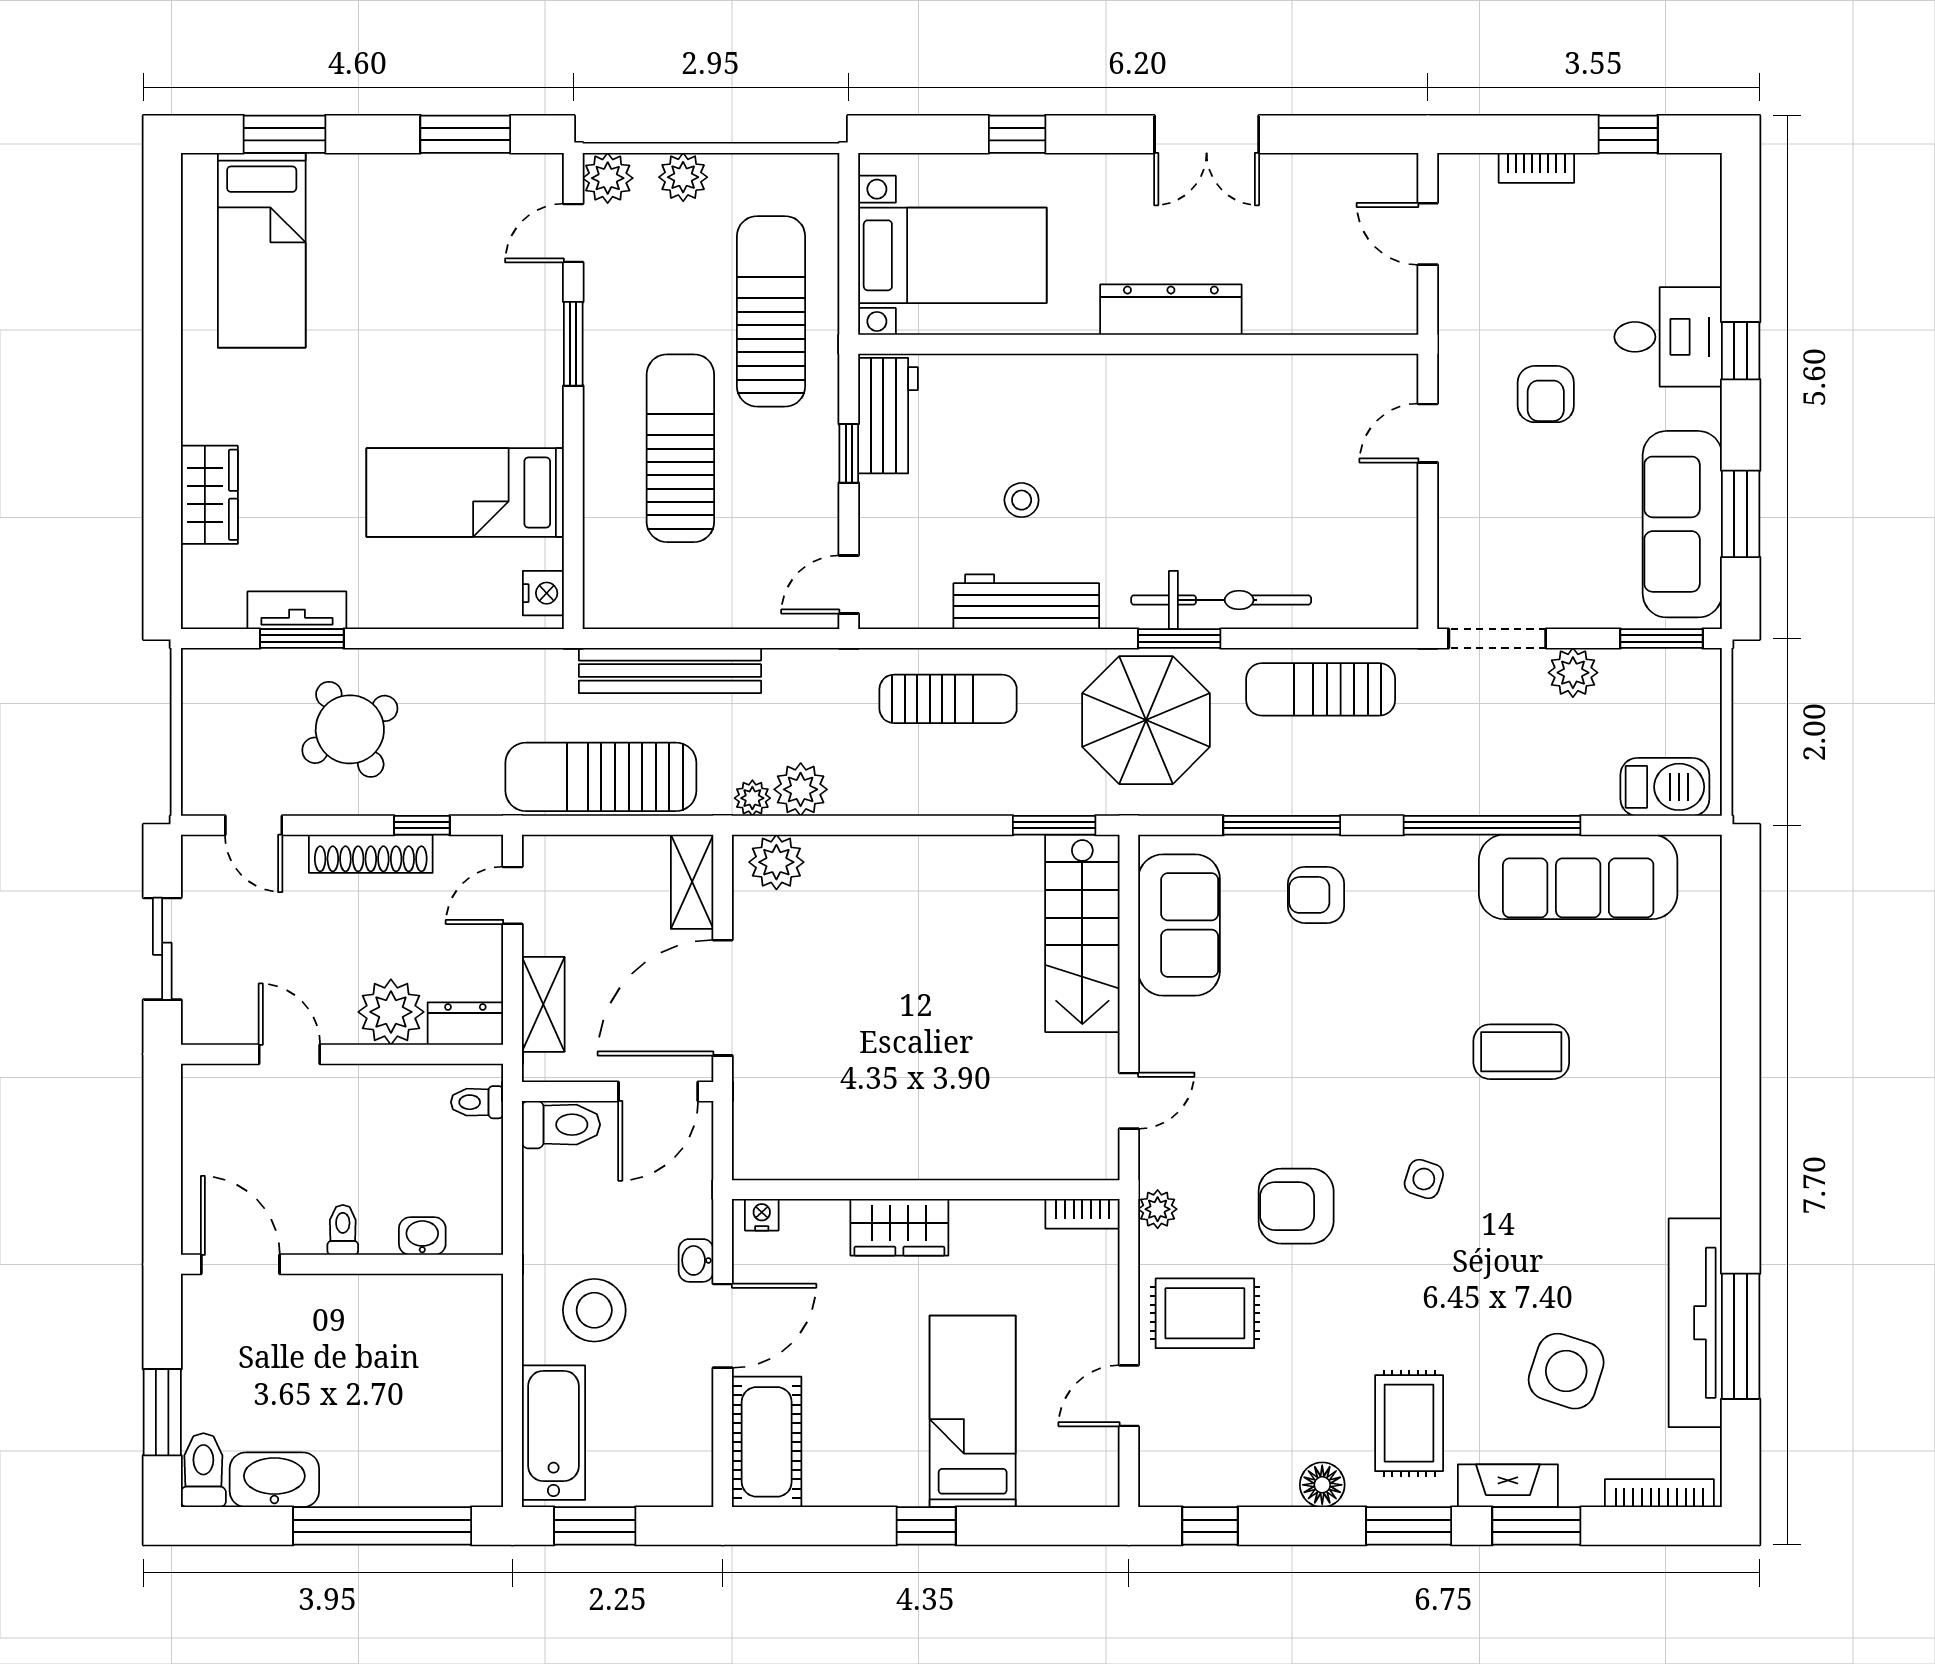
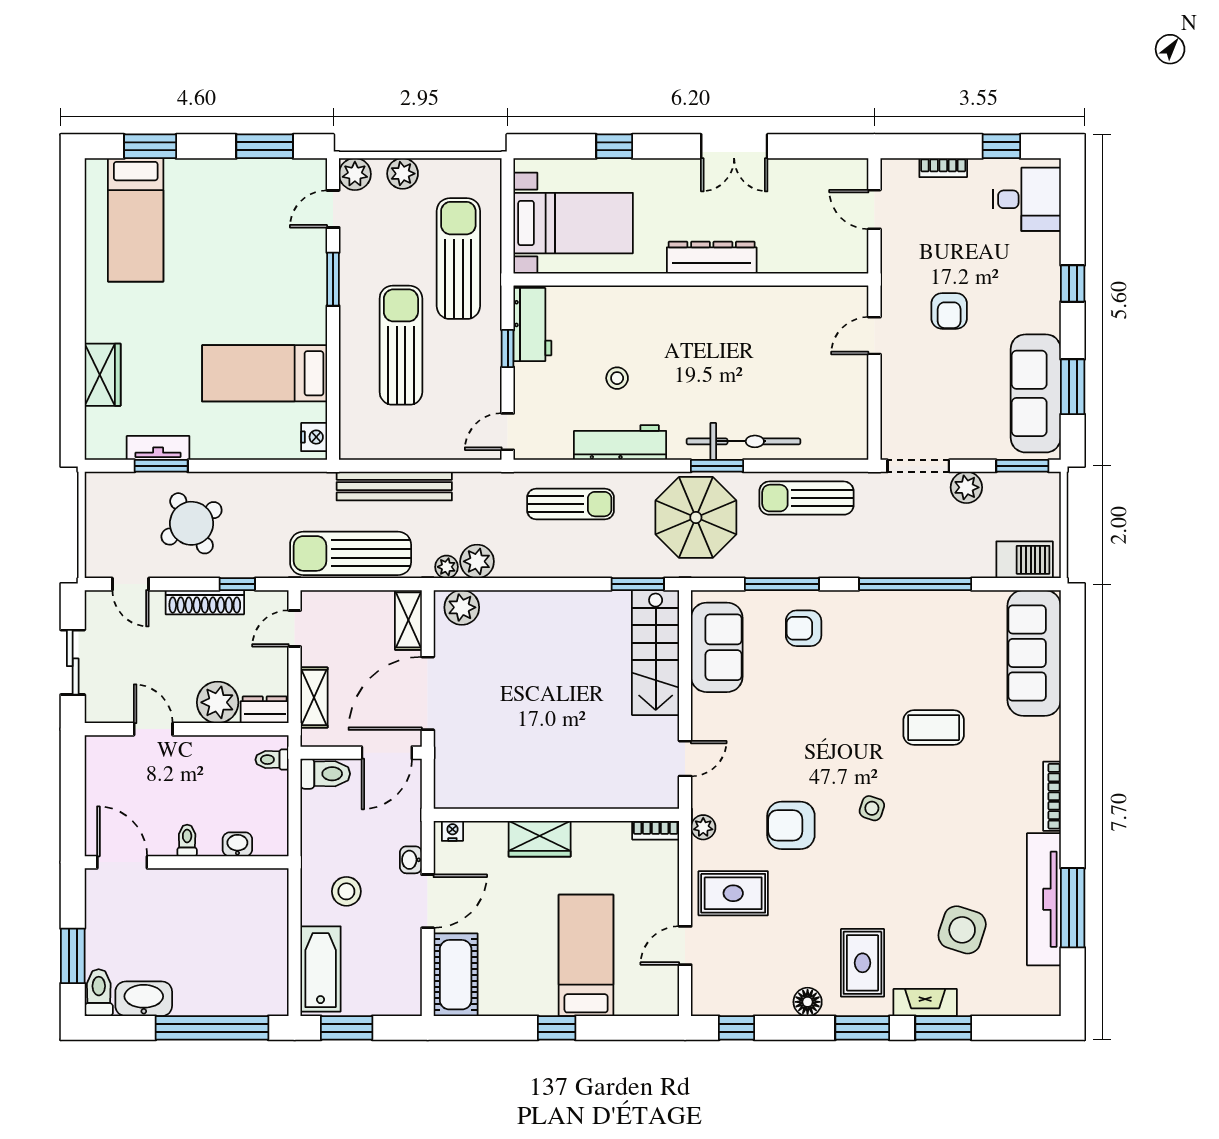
desk: (1668, 337) -> (1027, 199), moved
sofa: (1578, 877) -> (1034, 653), moved, turned 90
stool: (594, 1310) -> (346, 891), width x0.73, depth x0.73
bookcase: (1659, 1493) -> (1052, 796), moved, turned -90

